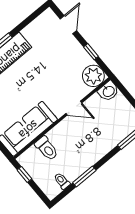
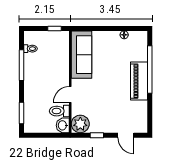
toilet: (47, 148) -> (59, 111), moved
window: (84, 177) -> (22, 65), width x1.44

